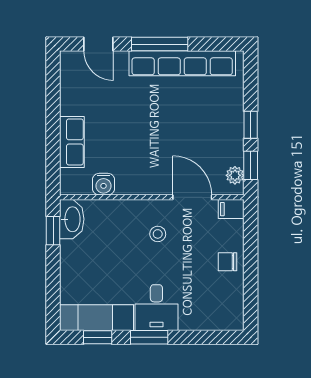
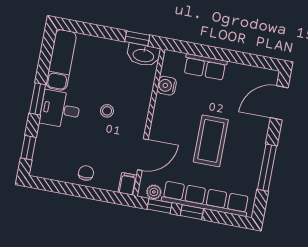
door: (98, 44) -> (279, 103), width x1.38
window: (160, 44) -> (267, 168), moved
row of seats: (182, 63) -> (205, 199), moved, turned 90
coffee table: (160, 118) -> (211, 141), added
stool: (158, 234) -> (107, 111), moved
window: (98, 337) -> (28, 148), moved

